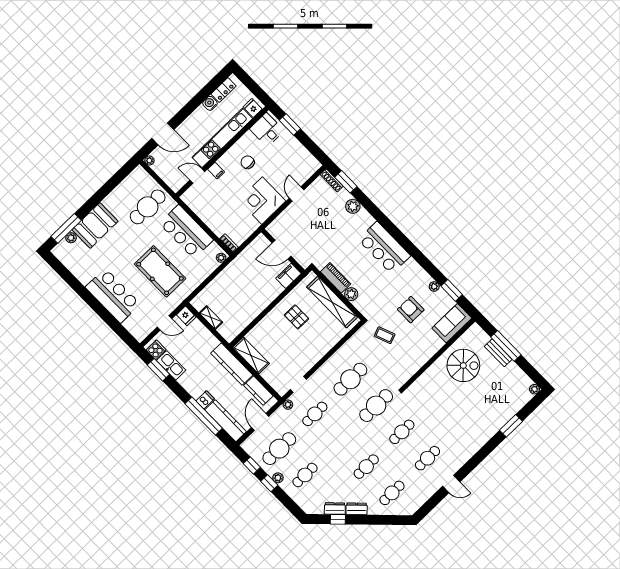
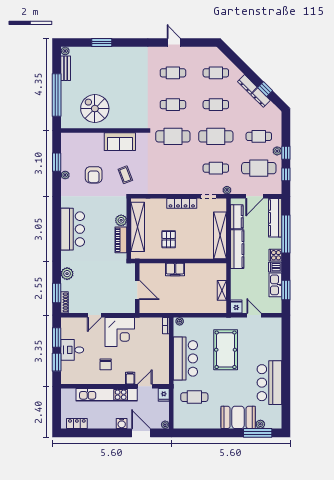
water cooler: (210, 103) -> (122, 423), moved
fridge: (253, 108) -> (164, 395), moved
desk: (267, 130) -> (72, 350), moved, turned 90
window: (310, 145) -> (57, 338), added
door: (197, 176) -> (145, 386), swing flipped
cafe table: (148, 207) -> (194, 397), width x0.73, depth x0.74
filing cabinet: (288, 276) -> (175, 269), moved
bar counter: (113, 296) -> (269, 383), moved
sofa: (452, 323) -> (120, 142), moved
window: (506, 346) -> (57, 95), width x1.46
cooker: (156, 350) -> (275, 255), moved
bench: (498, 353) -> (66, 68), moved
shelving: (251, 355) -> (220, 235), width x1.47
locker: (315, 357) -> (182, 203), added
cafe table: (350, 379) -> (216, 136), moved
dishwasher: (205, 400) -> (275, 267), moved

